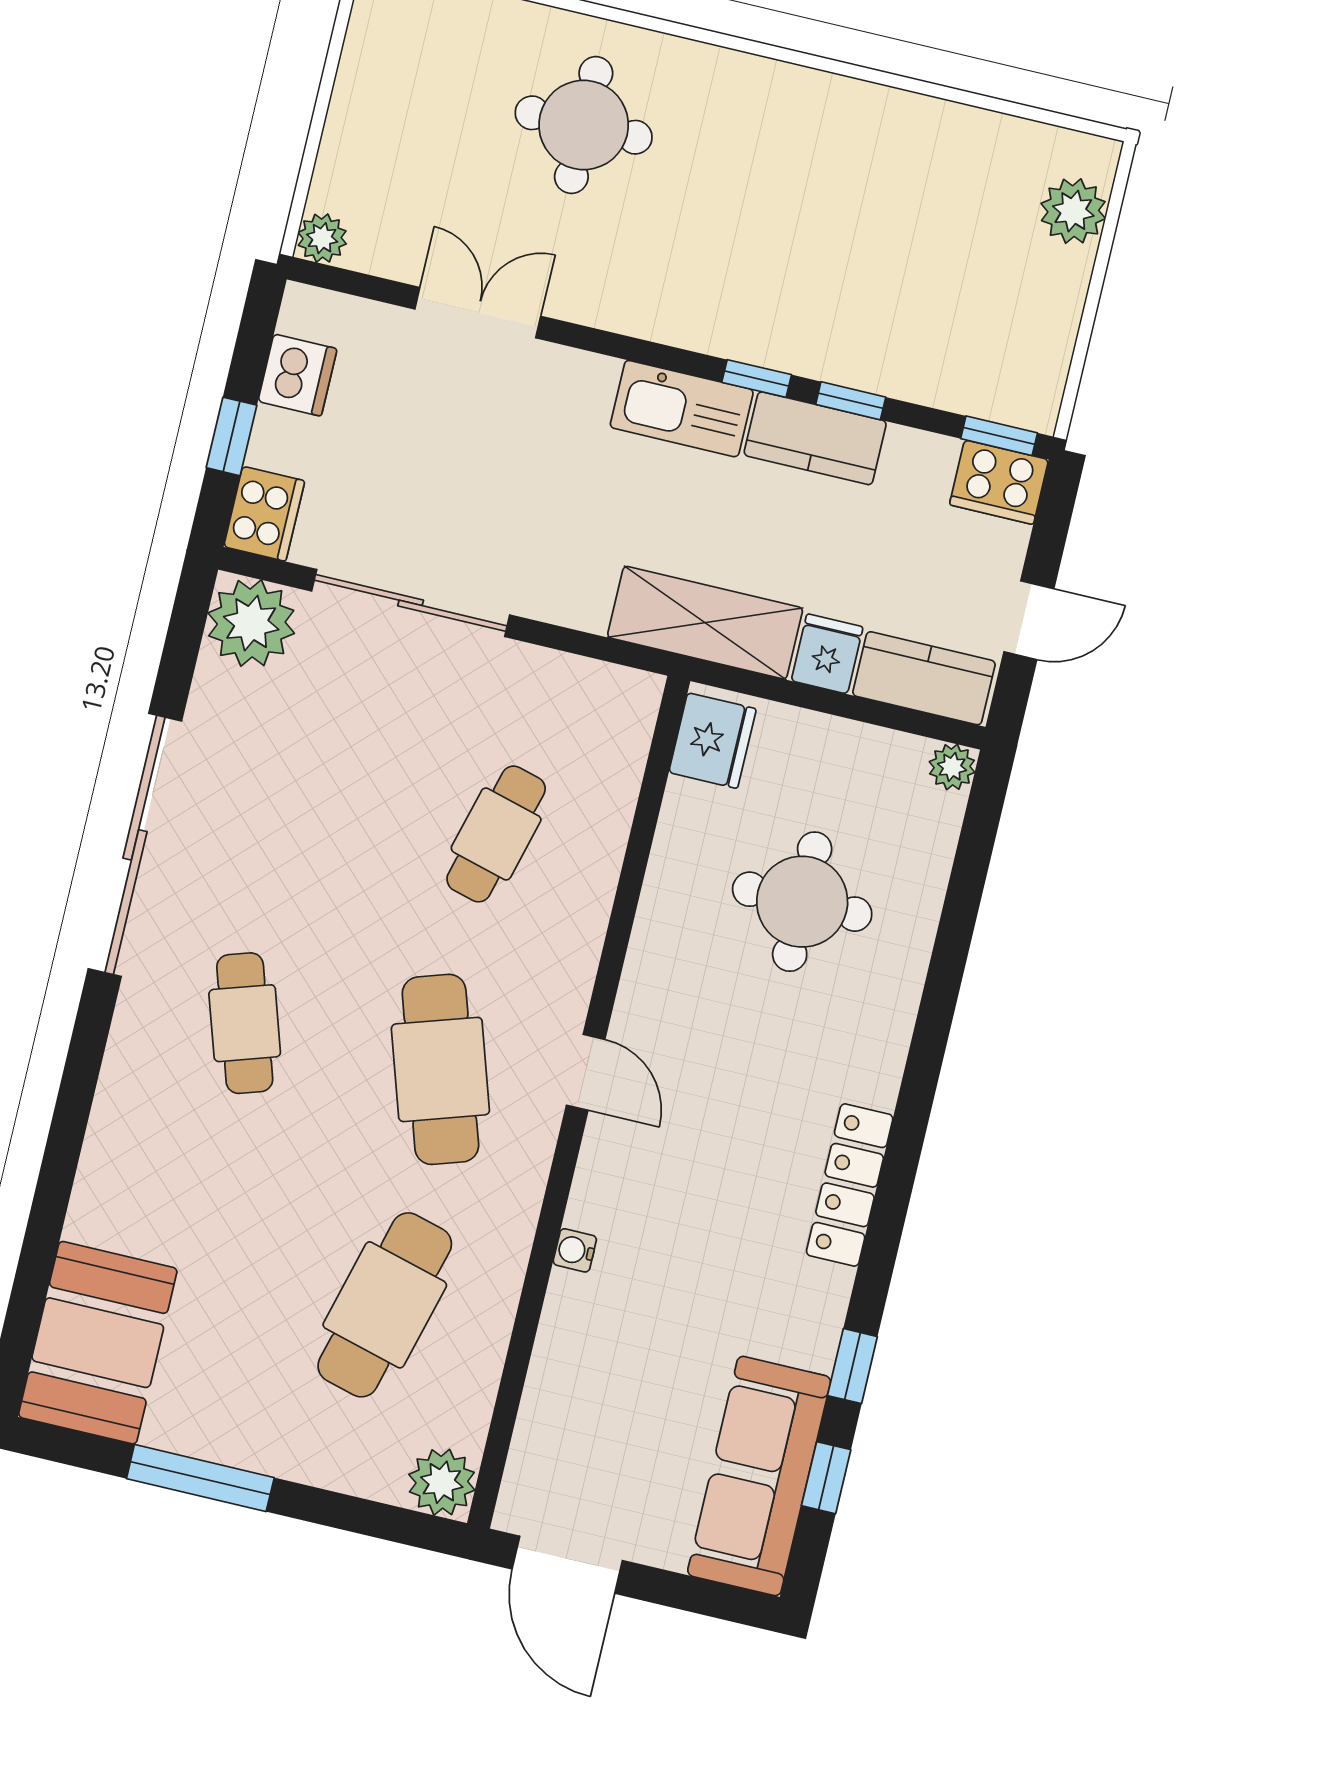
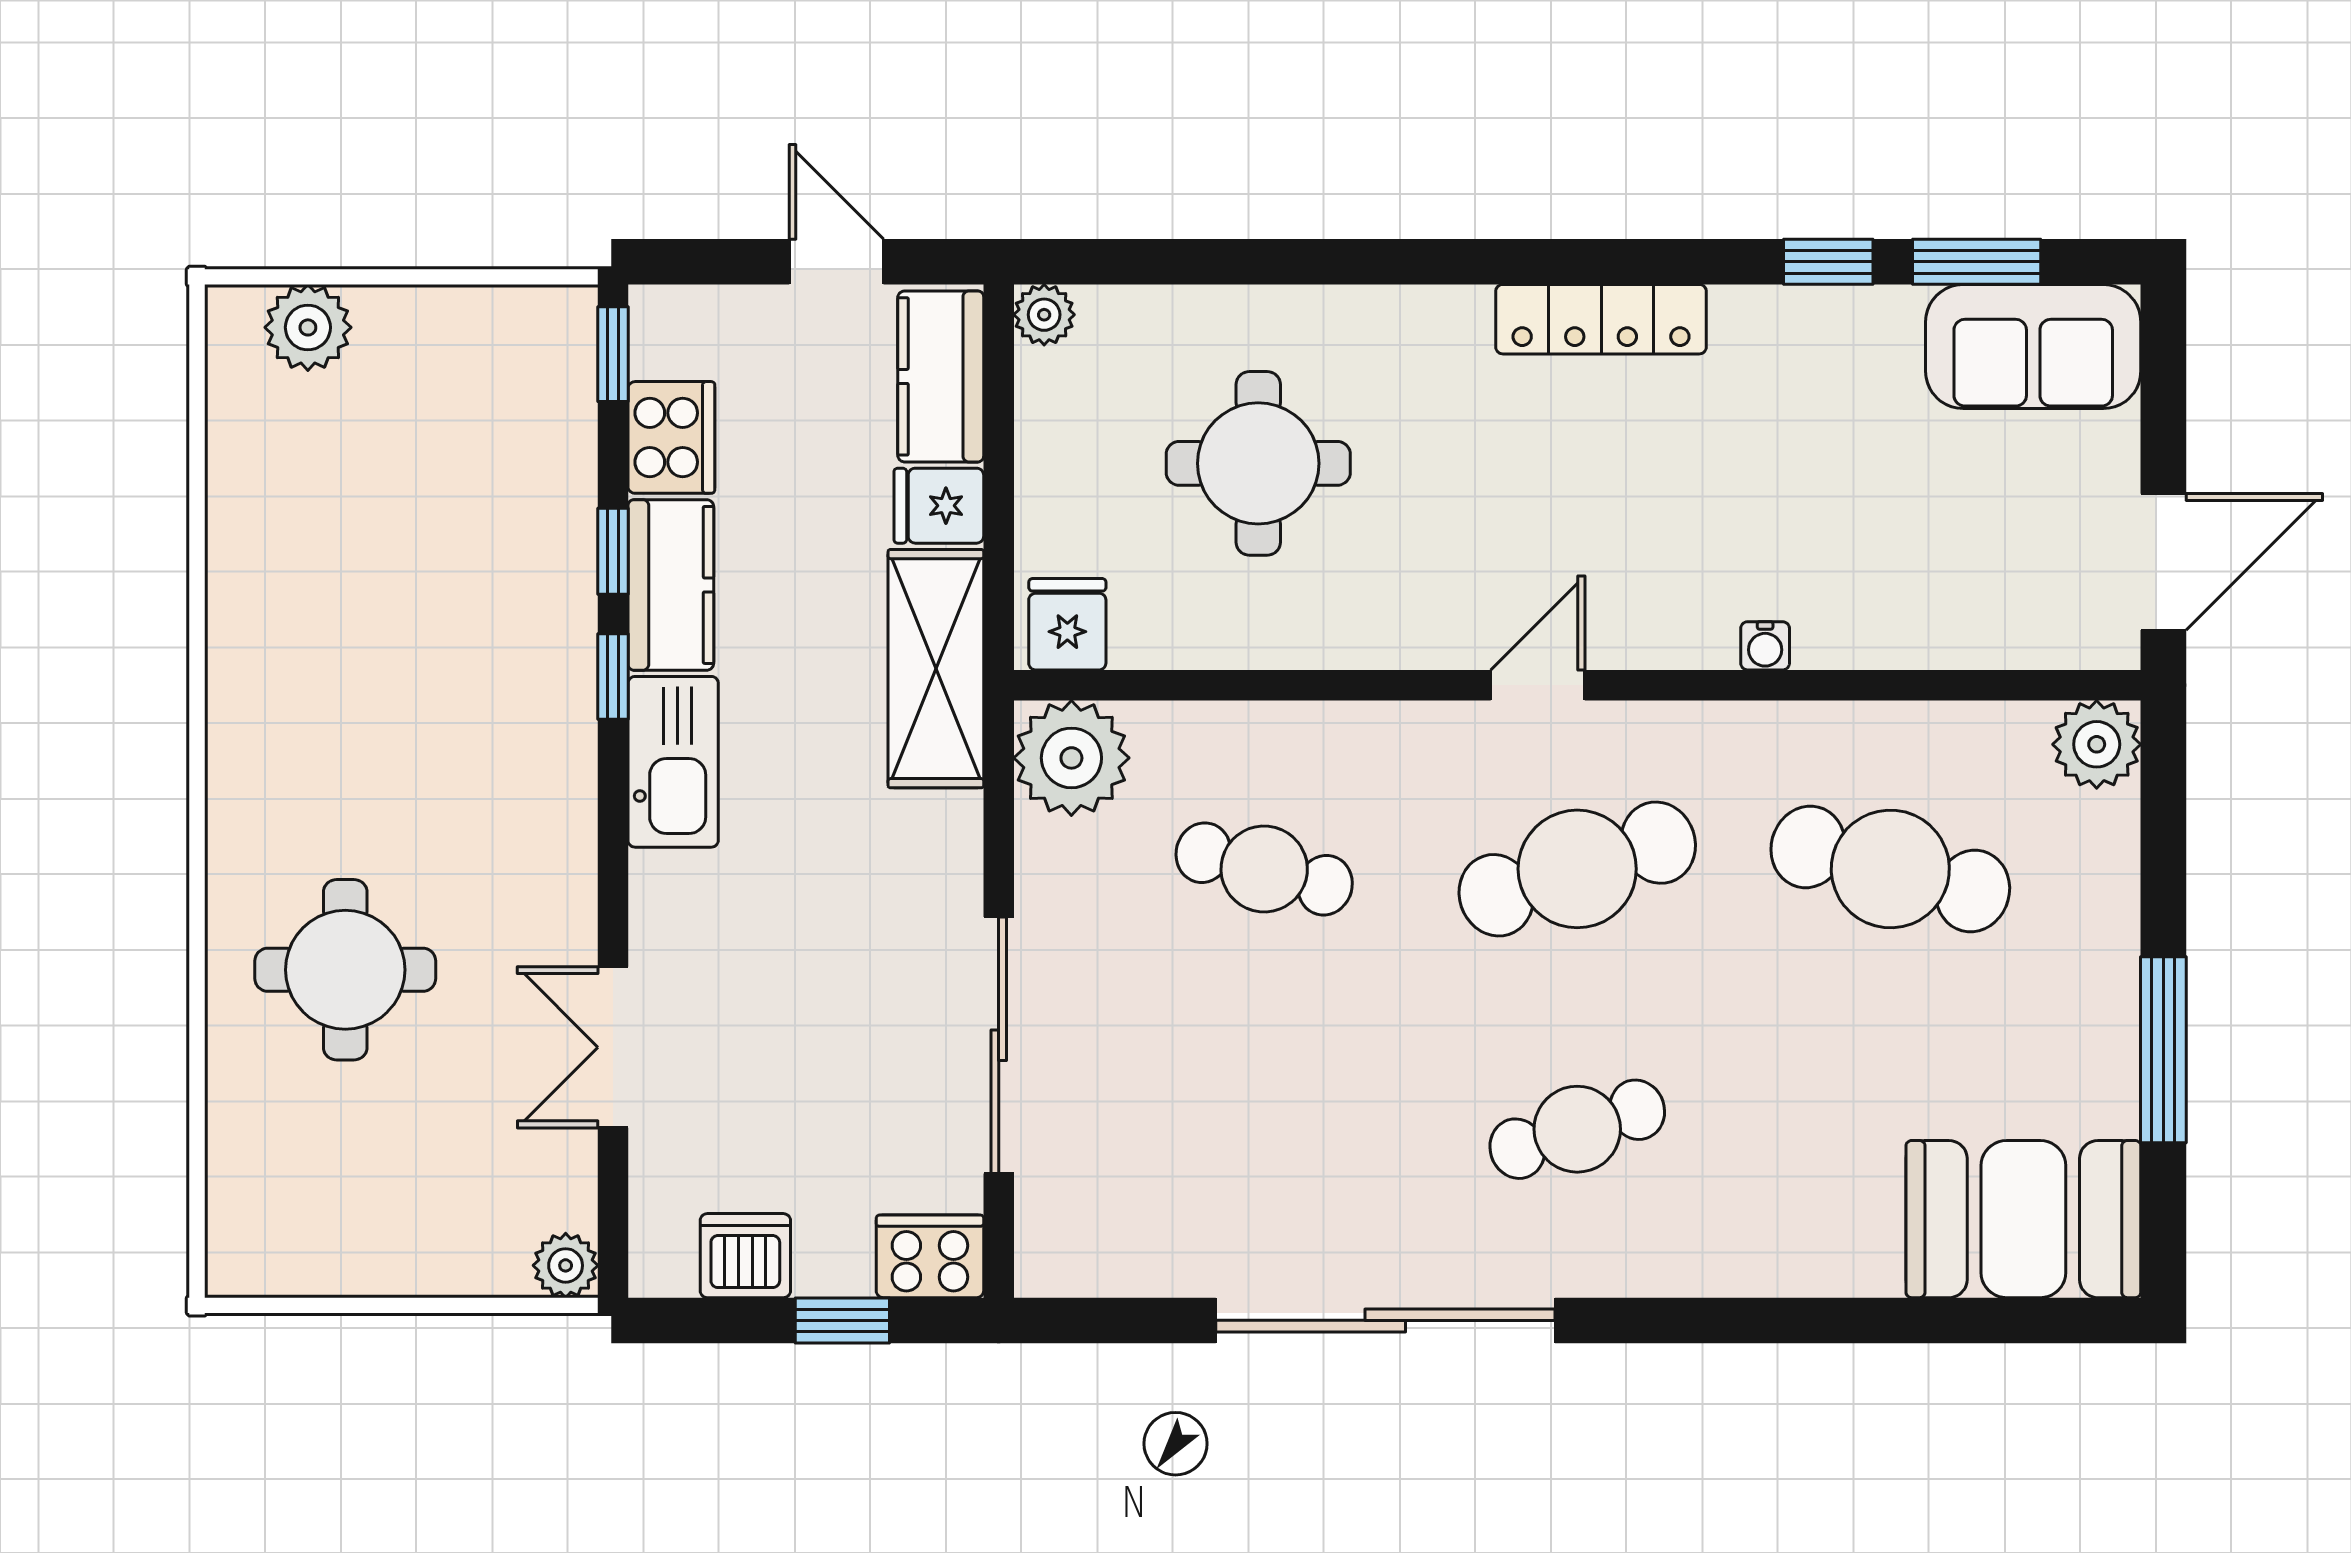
cooker: (999, 482) -> (671, 437), moved
plant: (251, 623) -> (1071, 758), moved
fridge: (712, 741) -> (1067, 624), width x0.72
sofa: (759, 1476) -> (2033, 347), width x0.73
window: (826, 1478) -> (1977, 262), width x1.50

